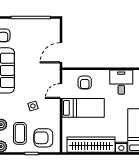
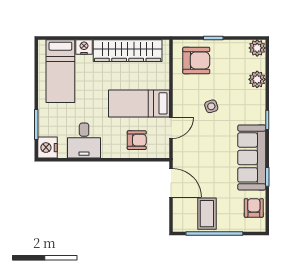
door: (61, 53) -> (171, 183), hinge flipped
armchair: (85, 82) -> (137, 140), turned 90
coffee table: (20, 133) -> (207, 214), moved

